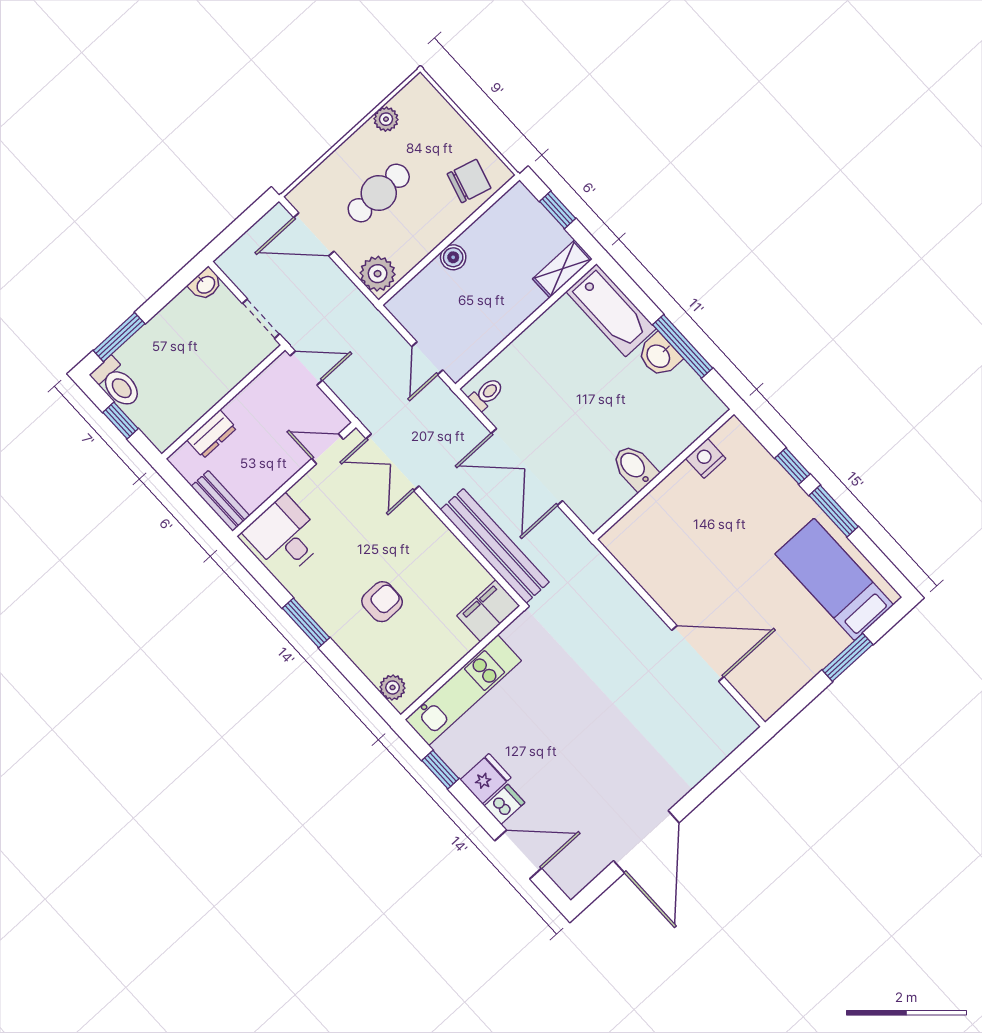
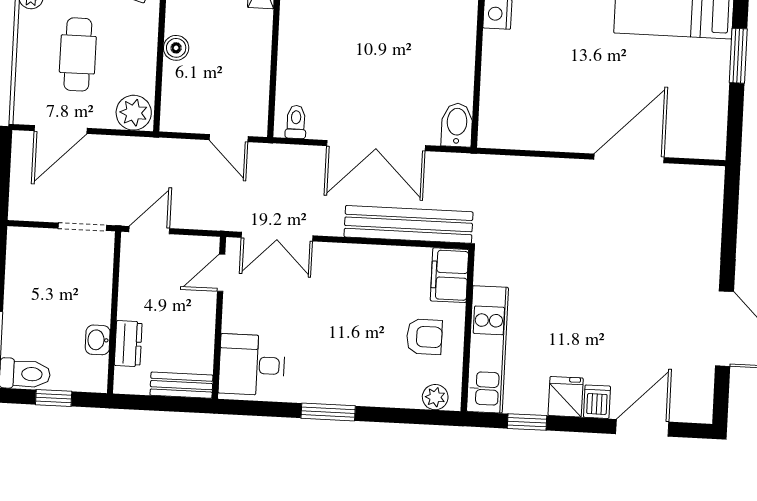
washbasin: (205, 284) -> (98, 340), moved, turned 180
bidet: (635, 467) -> (457, 125), moved, turned 90
armchair: (382, 602) -> (424, 337), moved, turned 90

